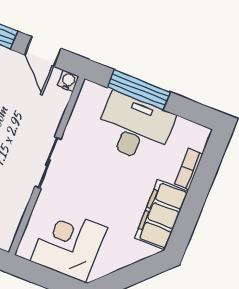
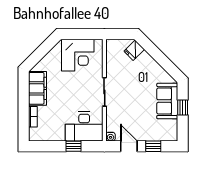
window: (139, 90) -> (74, 146), width x0.46
desk: (135, 128) -> (84, 126), moved

